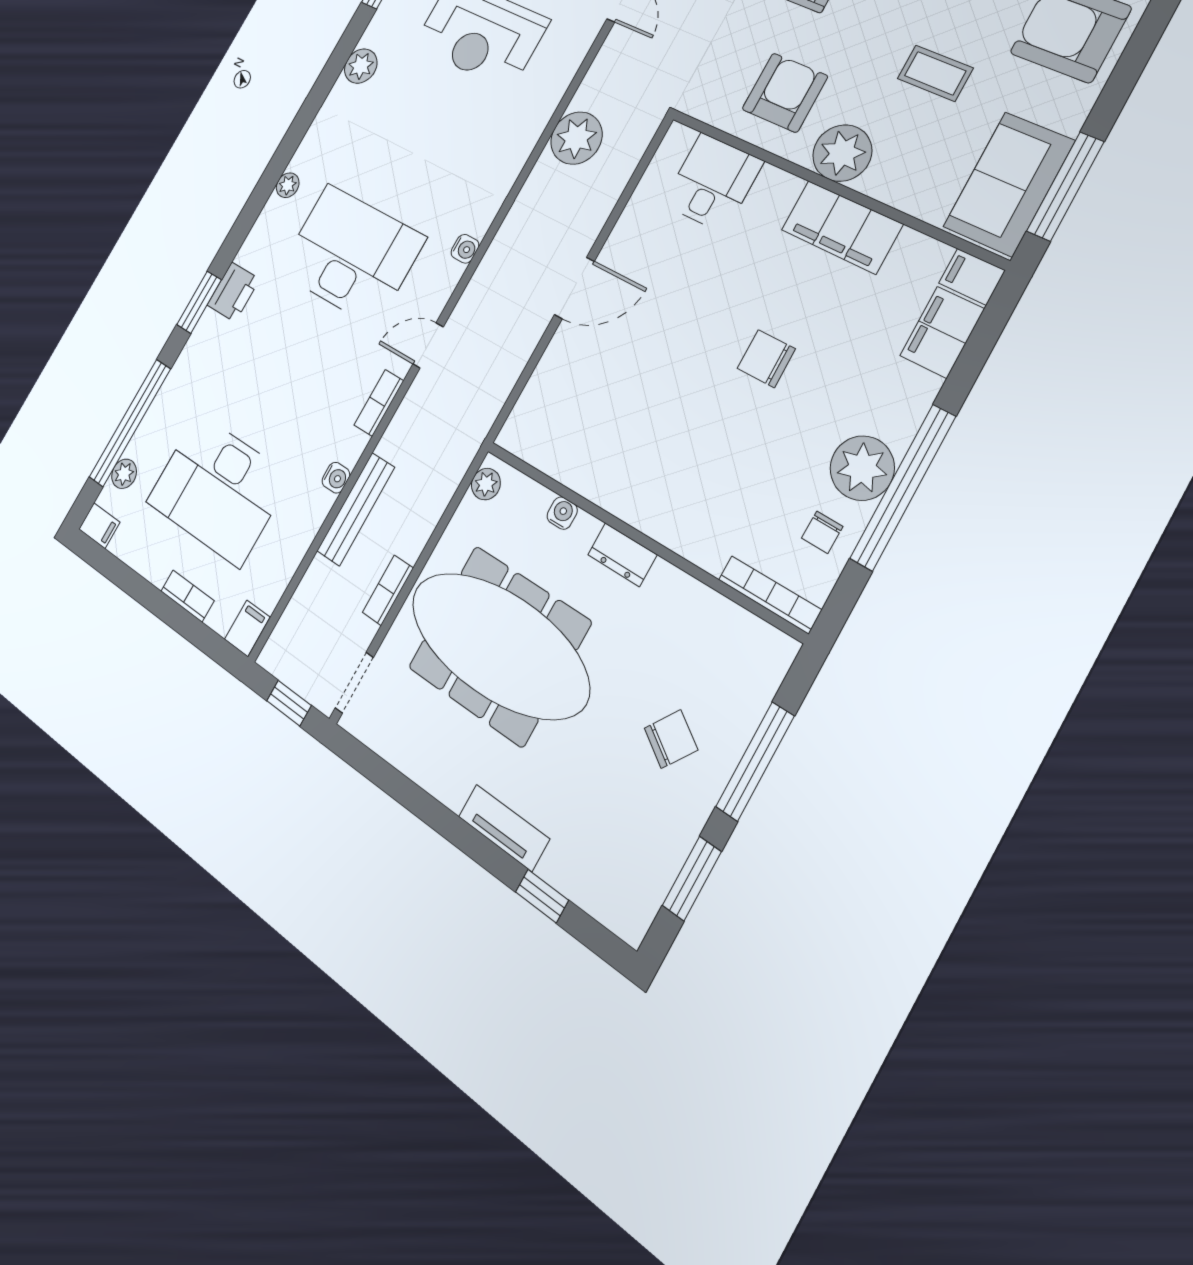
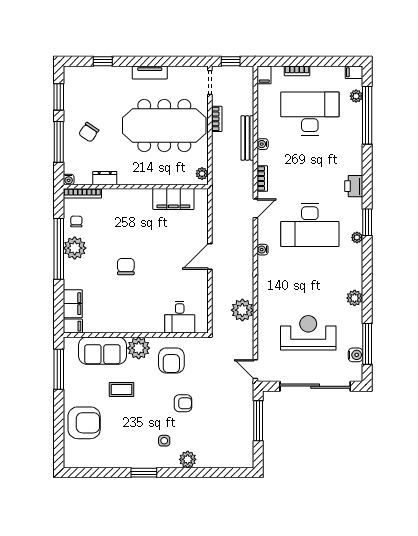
sofa: (1009, 184) -> (102, 351), moved, turned 90
filing cabinet: (842, 227) -> (173, 199), moved, turned 180
window: (199, 302) -> (367, 222), moved
chair: (766, 359) -> (126, 267), turned -90
water cooler: (562, 513) -> (69, 179), moved
dresser: (622, 555) -> (105, 178), moved
tv unit: (504, 828) -> (150, 72), moved

